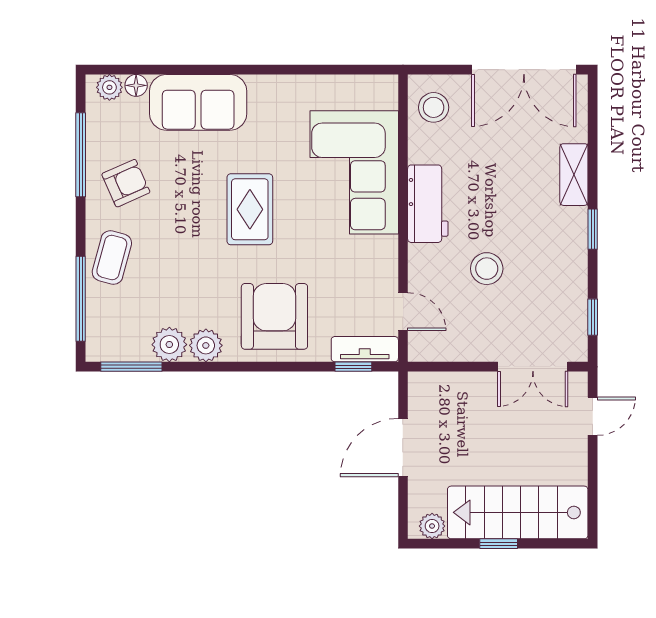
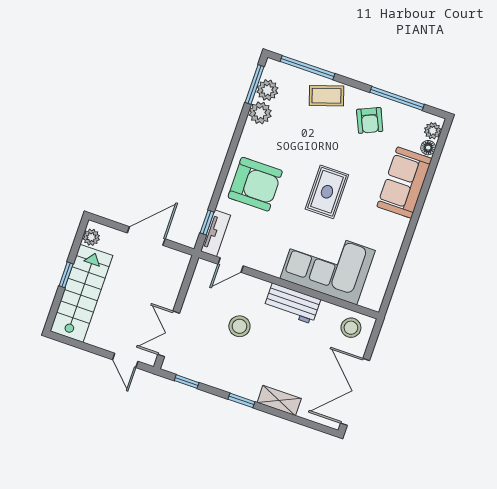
rug: (250, 209) -> (327, 192), turned 90
coffee table: (112, 258) -> (326, 96), turned -33
plant: (206, 345) -> (267, 90), moved
door: (403, 448) -> (146, 236), hinge flipped

